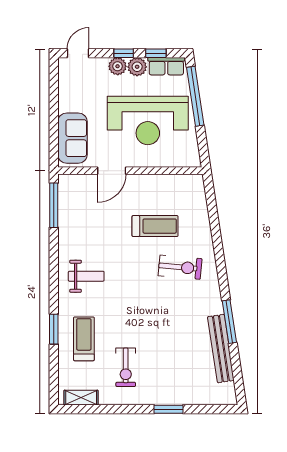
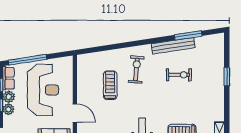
window: (229, 322) -> (188, 35), moved
bench: (221, 349) -> (173, 46), moved
exercise bike: (126, 367) -> (179, 75), moved

